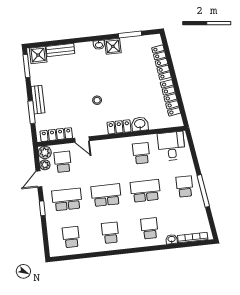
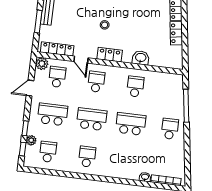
locker: (170, 98) -> (176, 33), width x0.66
locker: (119, 127) -> (110, 55), moved
desk: (171, 146) -> (166, 86), removed
plant: (45, 165) -> (31, 140), moved
window: (203, 191) -> (186, 106), moved
window: (42, 208) -> (25, 128), moved
school desk: (150, 228) -> (96, 82), moved
window: (46, 240) -> (23, 149), added

